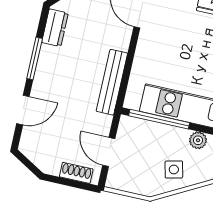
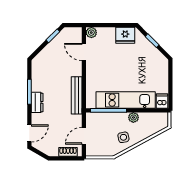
dresser: (55, 28) -> (37, 102), moved
door: (23, 110) -> (29, 133), moved
door: (109, 152) -> (84, 136), hinge flipped

